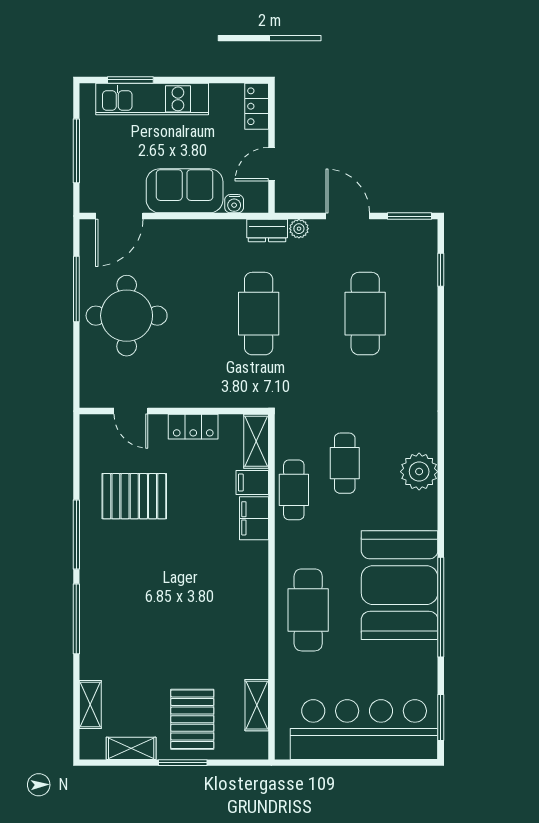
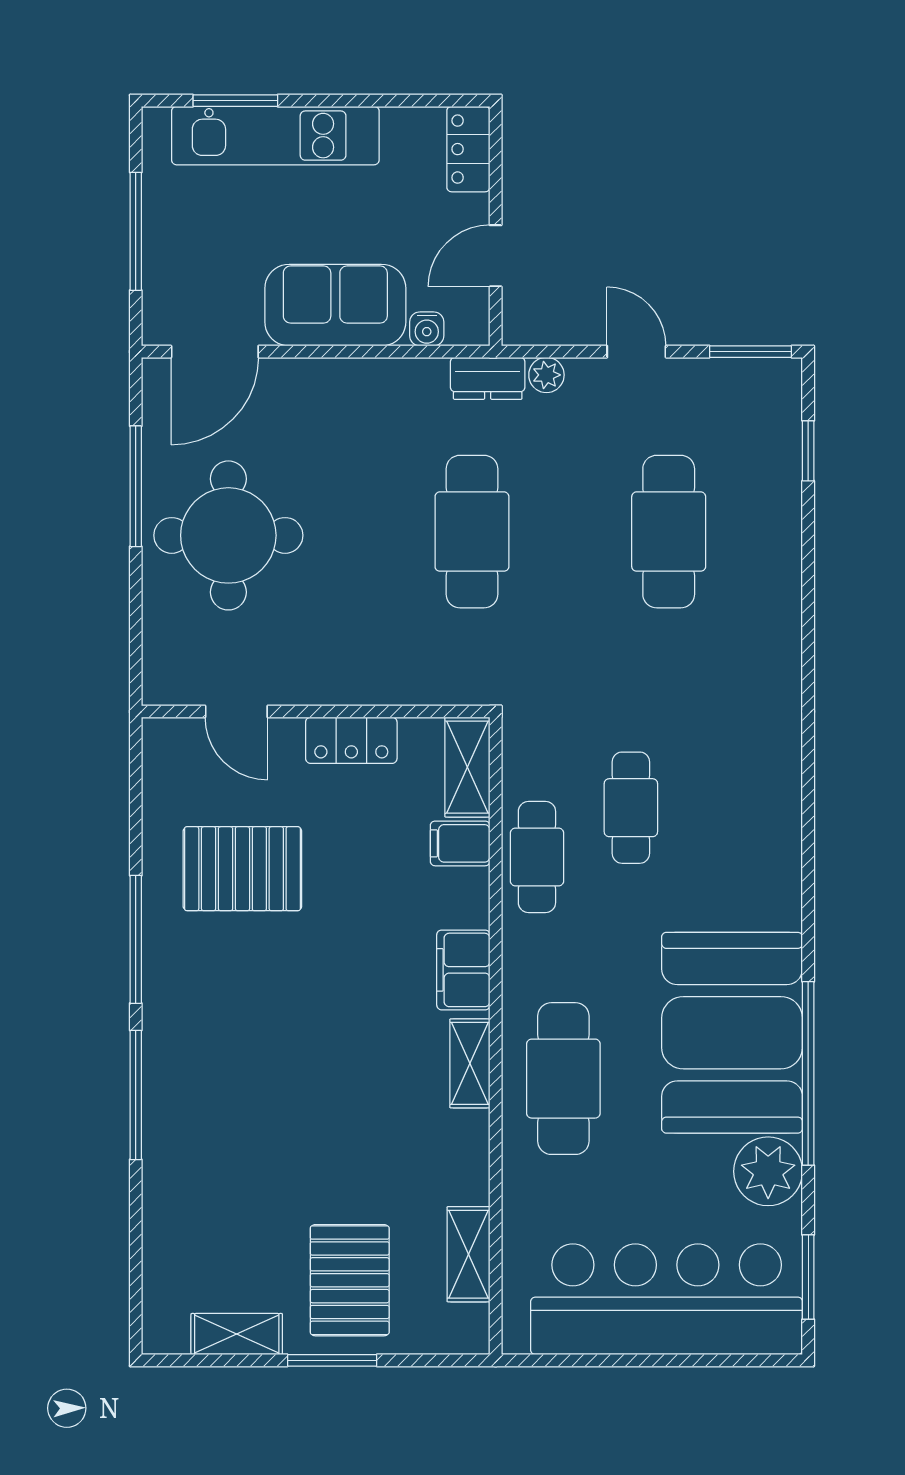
door: (348, 216) -> (636, 352), width x0.73
plant: (419, 472) -> (768, 1171), moved
filing cabinet: (254, 518) -> (463, 970), moved
shelving: (90, 705) -> (470, 1063), moved

